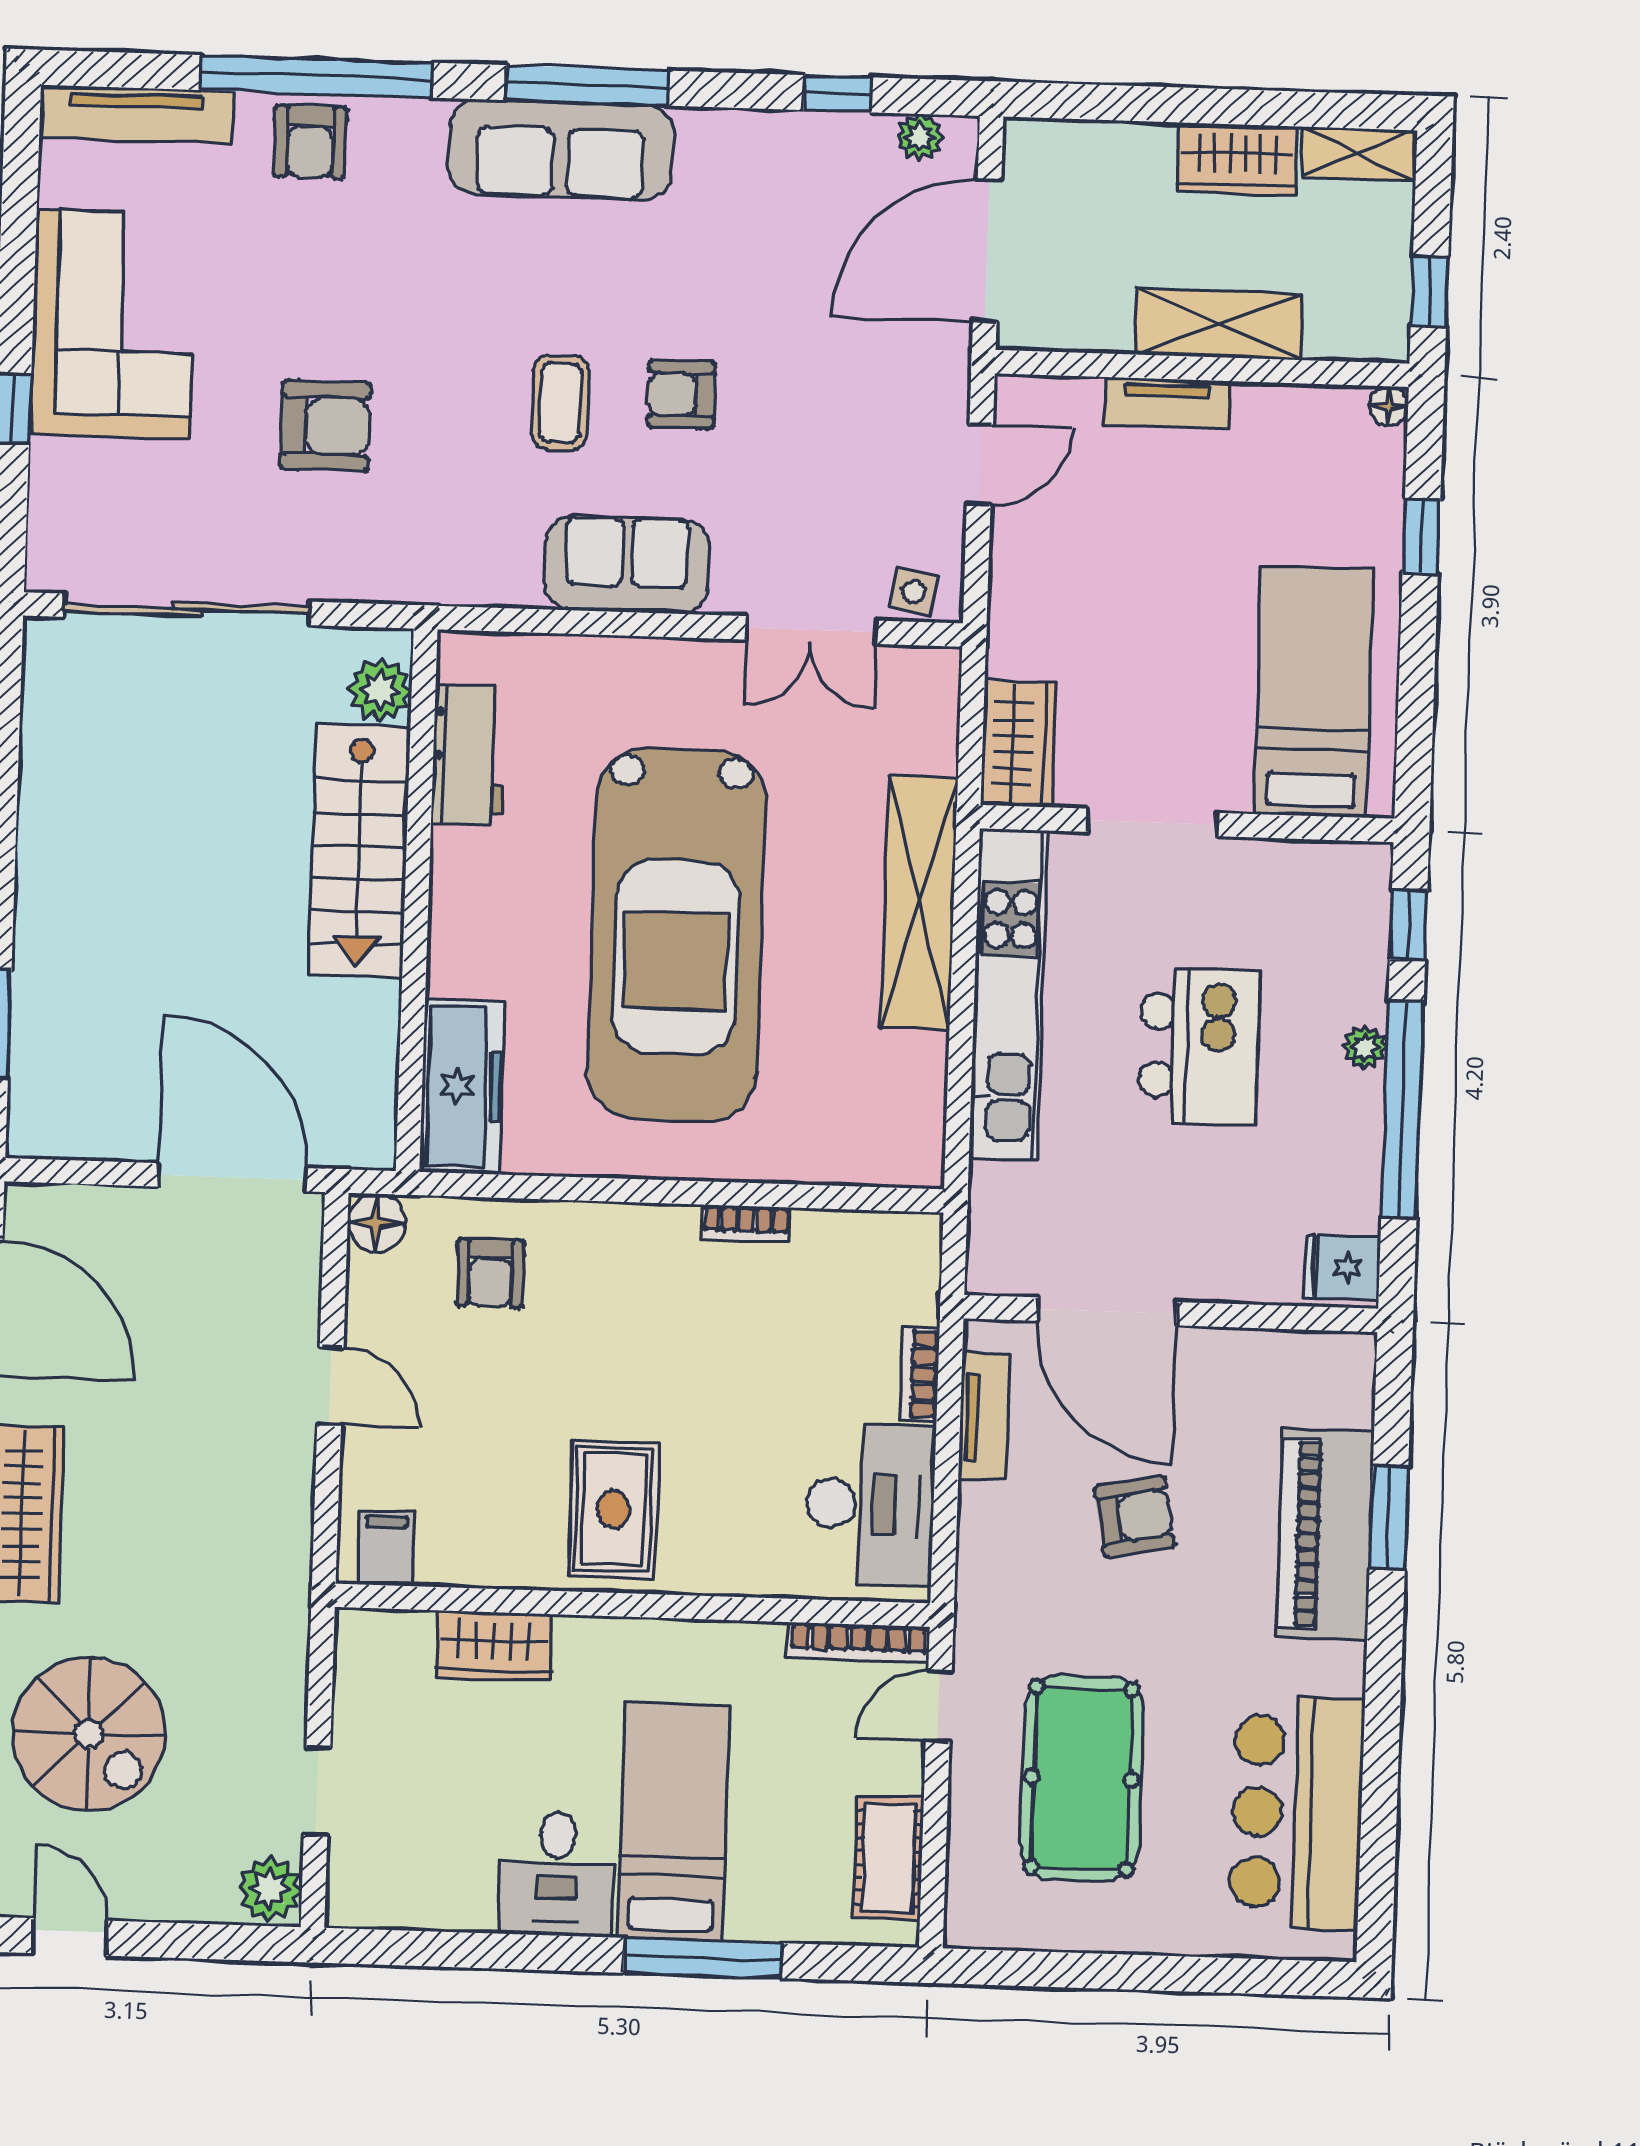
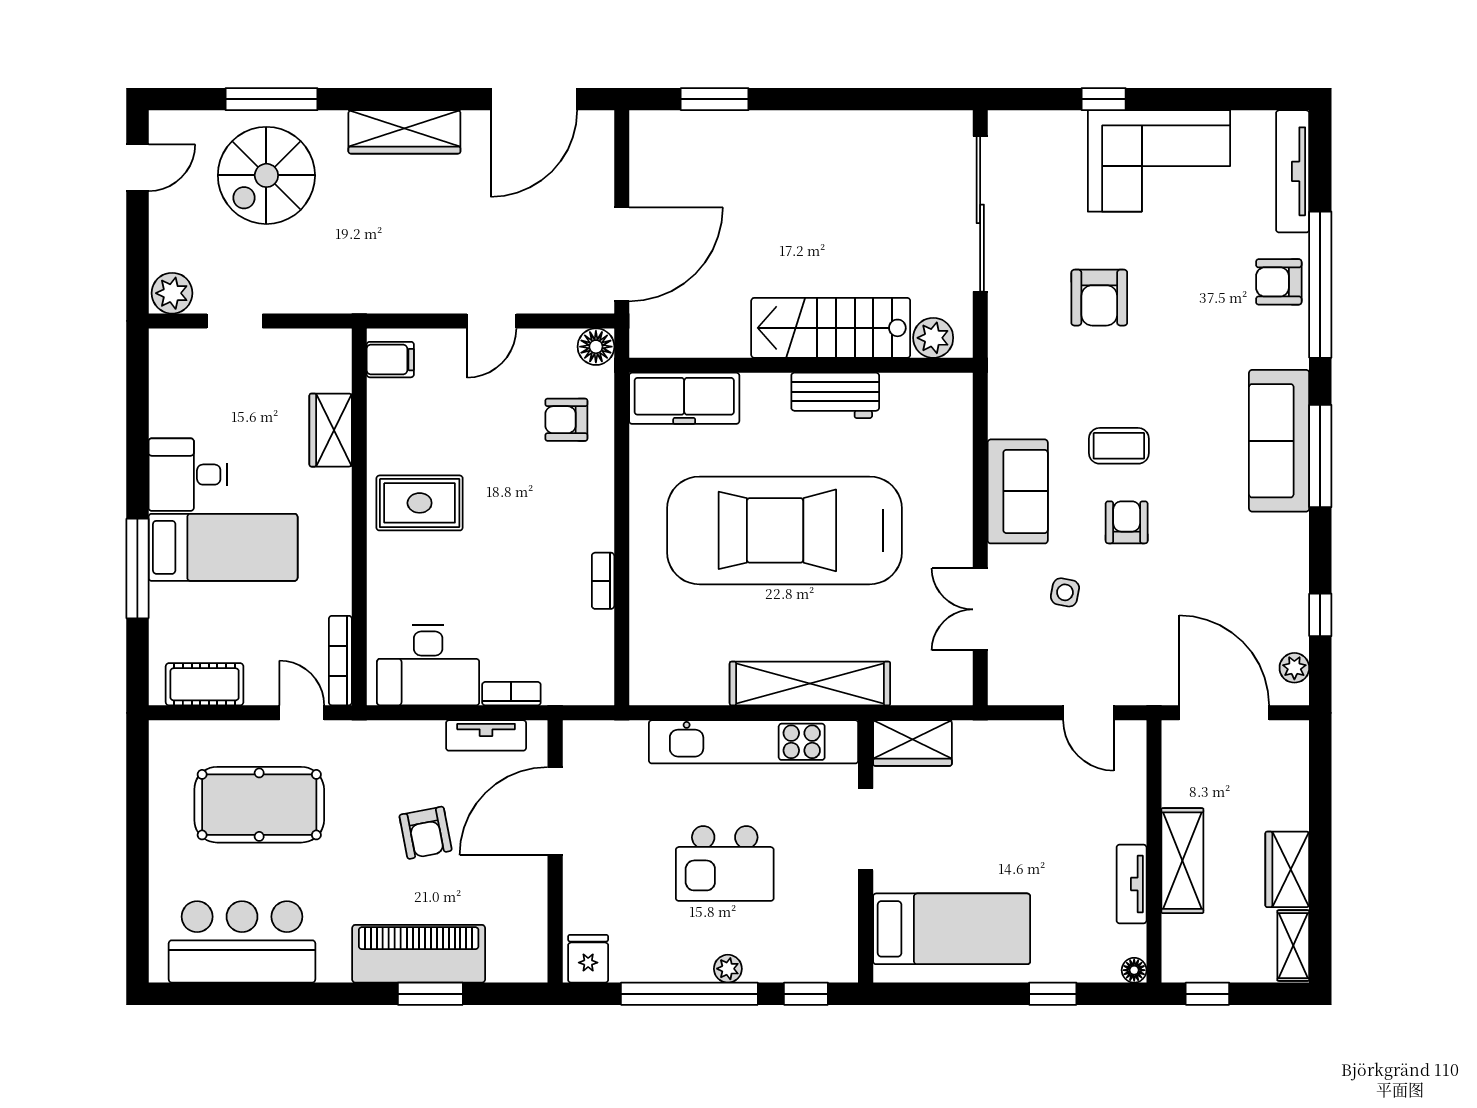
tv unit: (1167, 403) -> (1132, 884), moved
side table: (914, 591) -> (1065, 592), moved
workbench: (469, 755) -> (835, 395), moved

